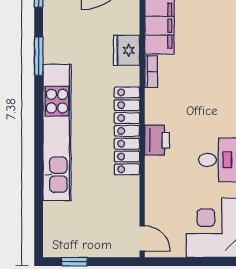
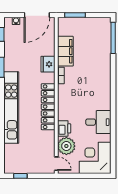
printer: (157, 140) -> (64, 128), moved
plant: (161, 205) -> (66, 146), added

